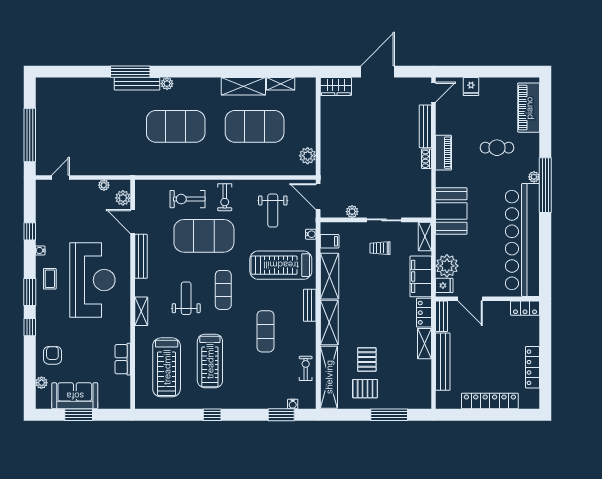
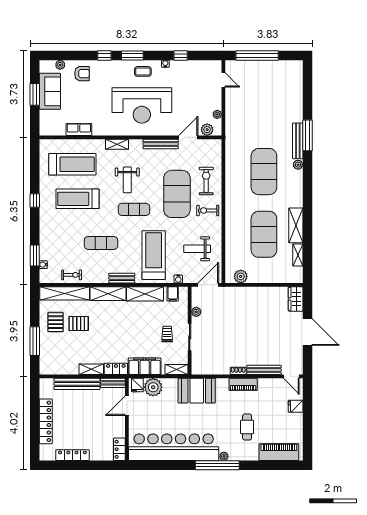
weight bench: (186, 298) -> (127, 180), turned 90
treadmill: (167, 367) -> (72, 164), turned 180

